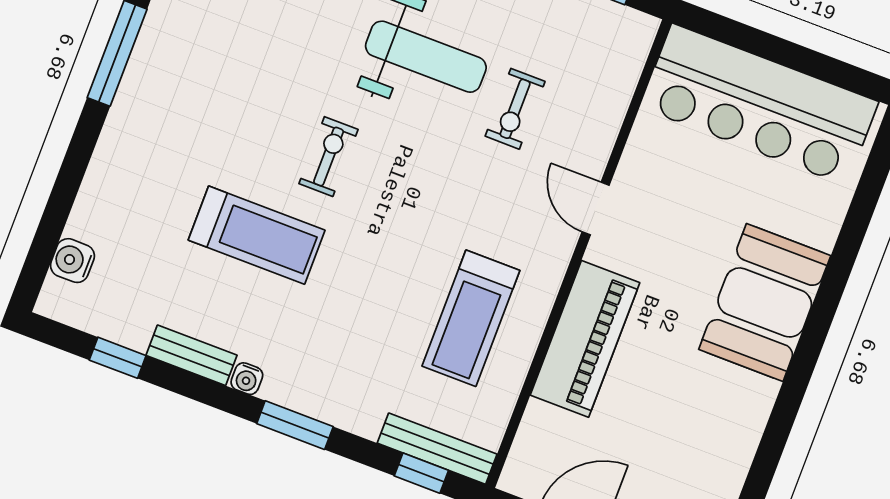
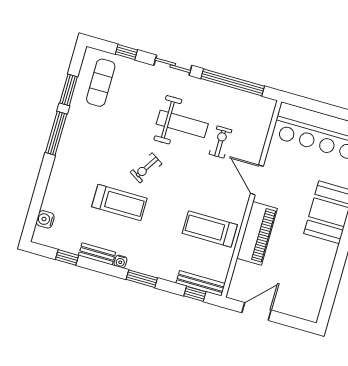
exercise bike: (515, 109) -> (220, 142), turned 180
exercise bike: (329, 157) -> (146, 168), turned -147
door: (596, 209) -> (257, 180), width x1.37
treadmill: (471, 318) -> (210, 229), turned 90

